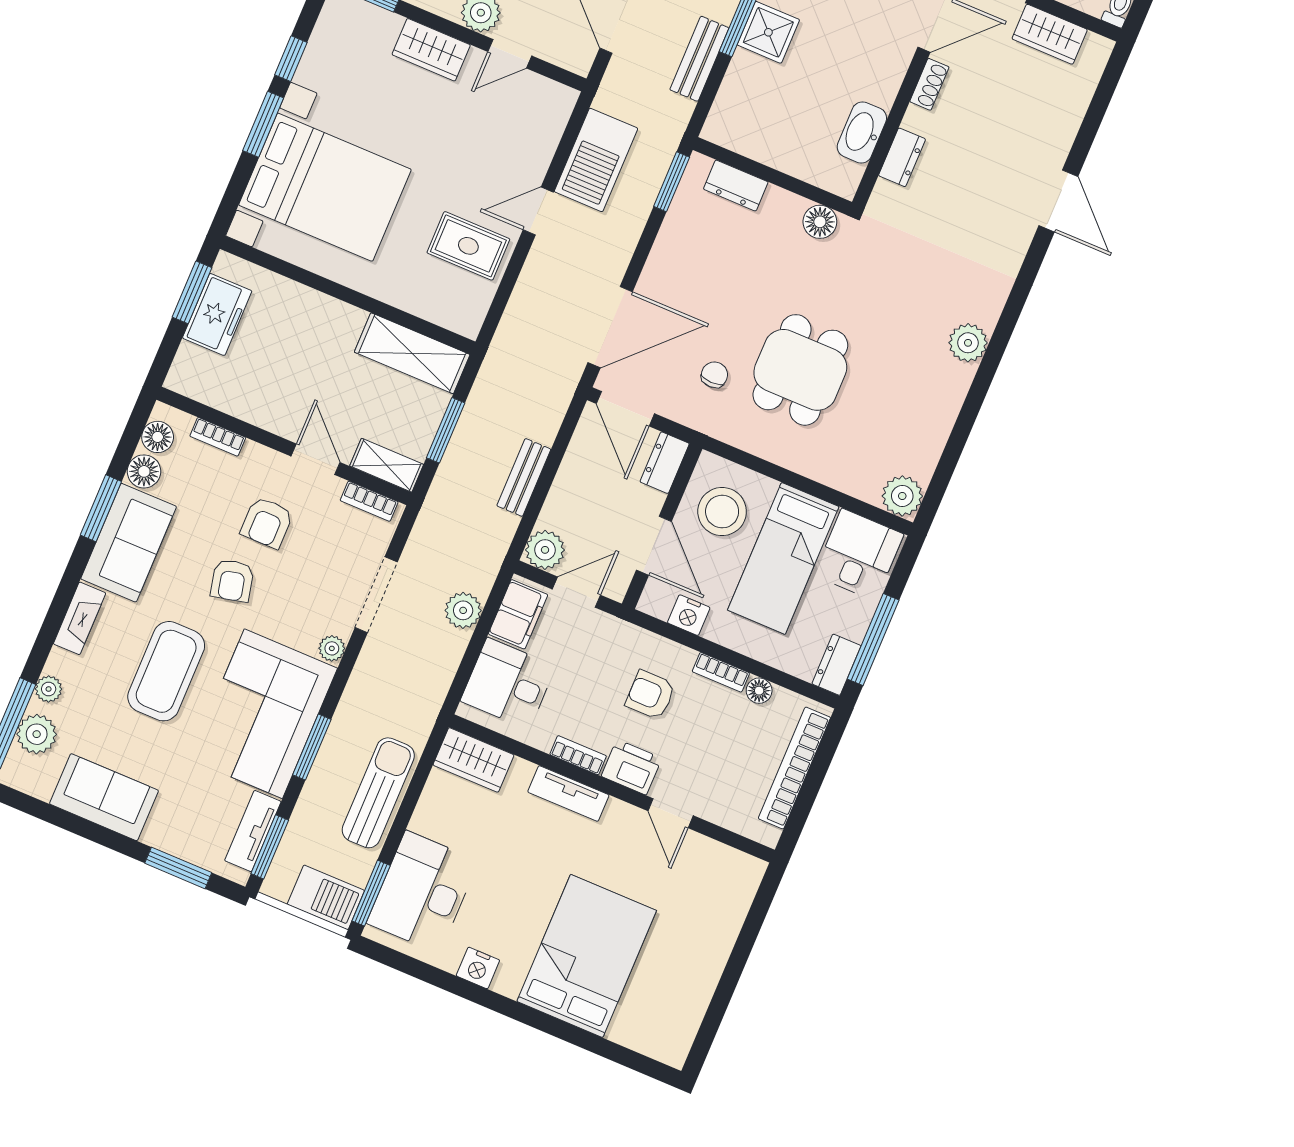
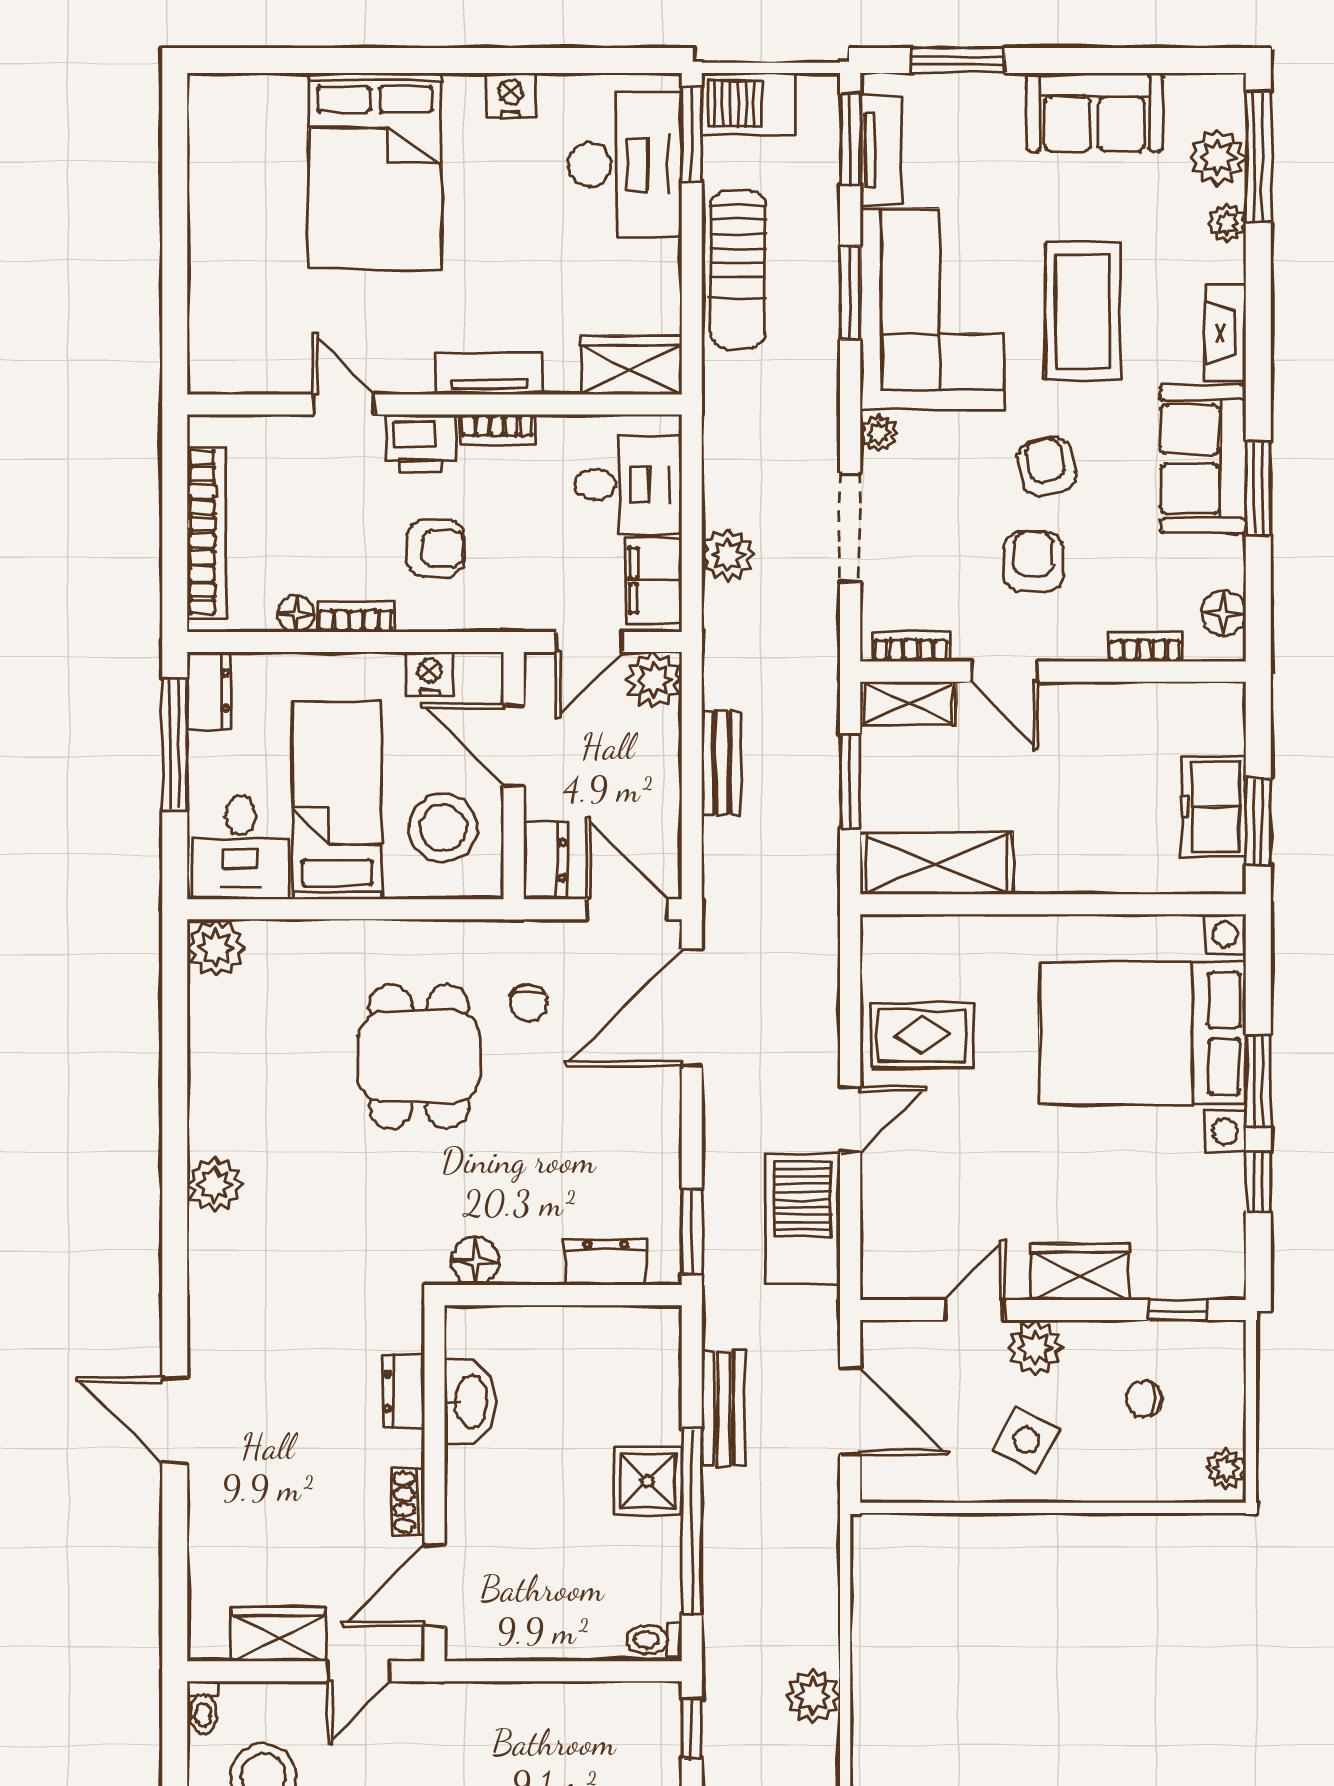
floor lamp: (144, 471) -> (1222, 561), removed

